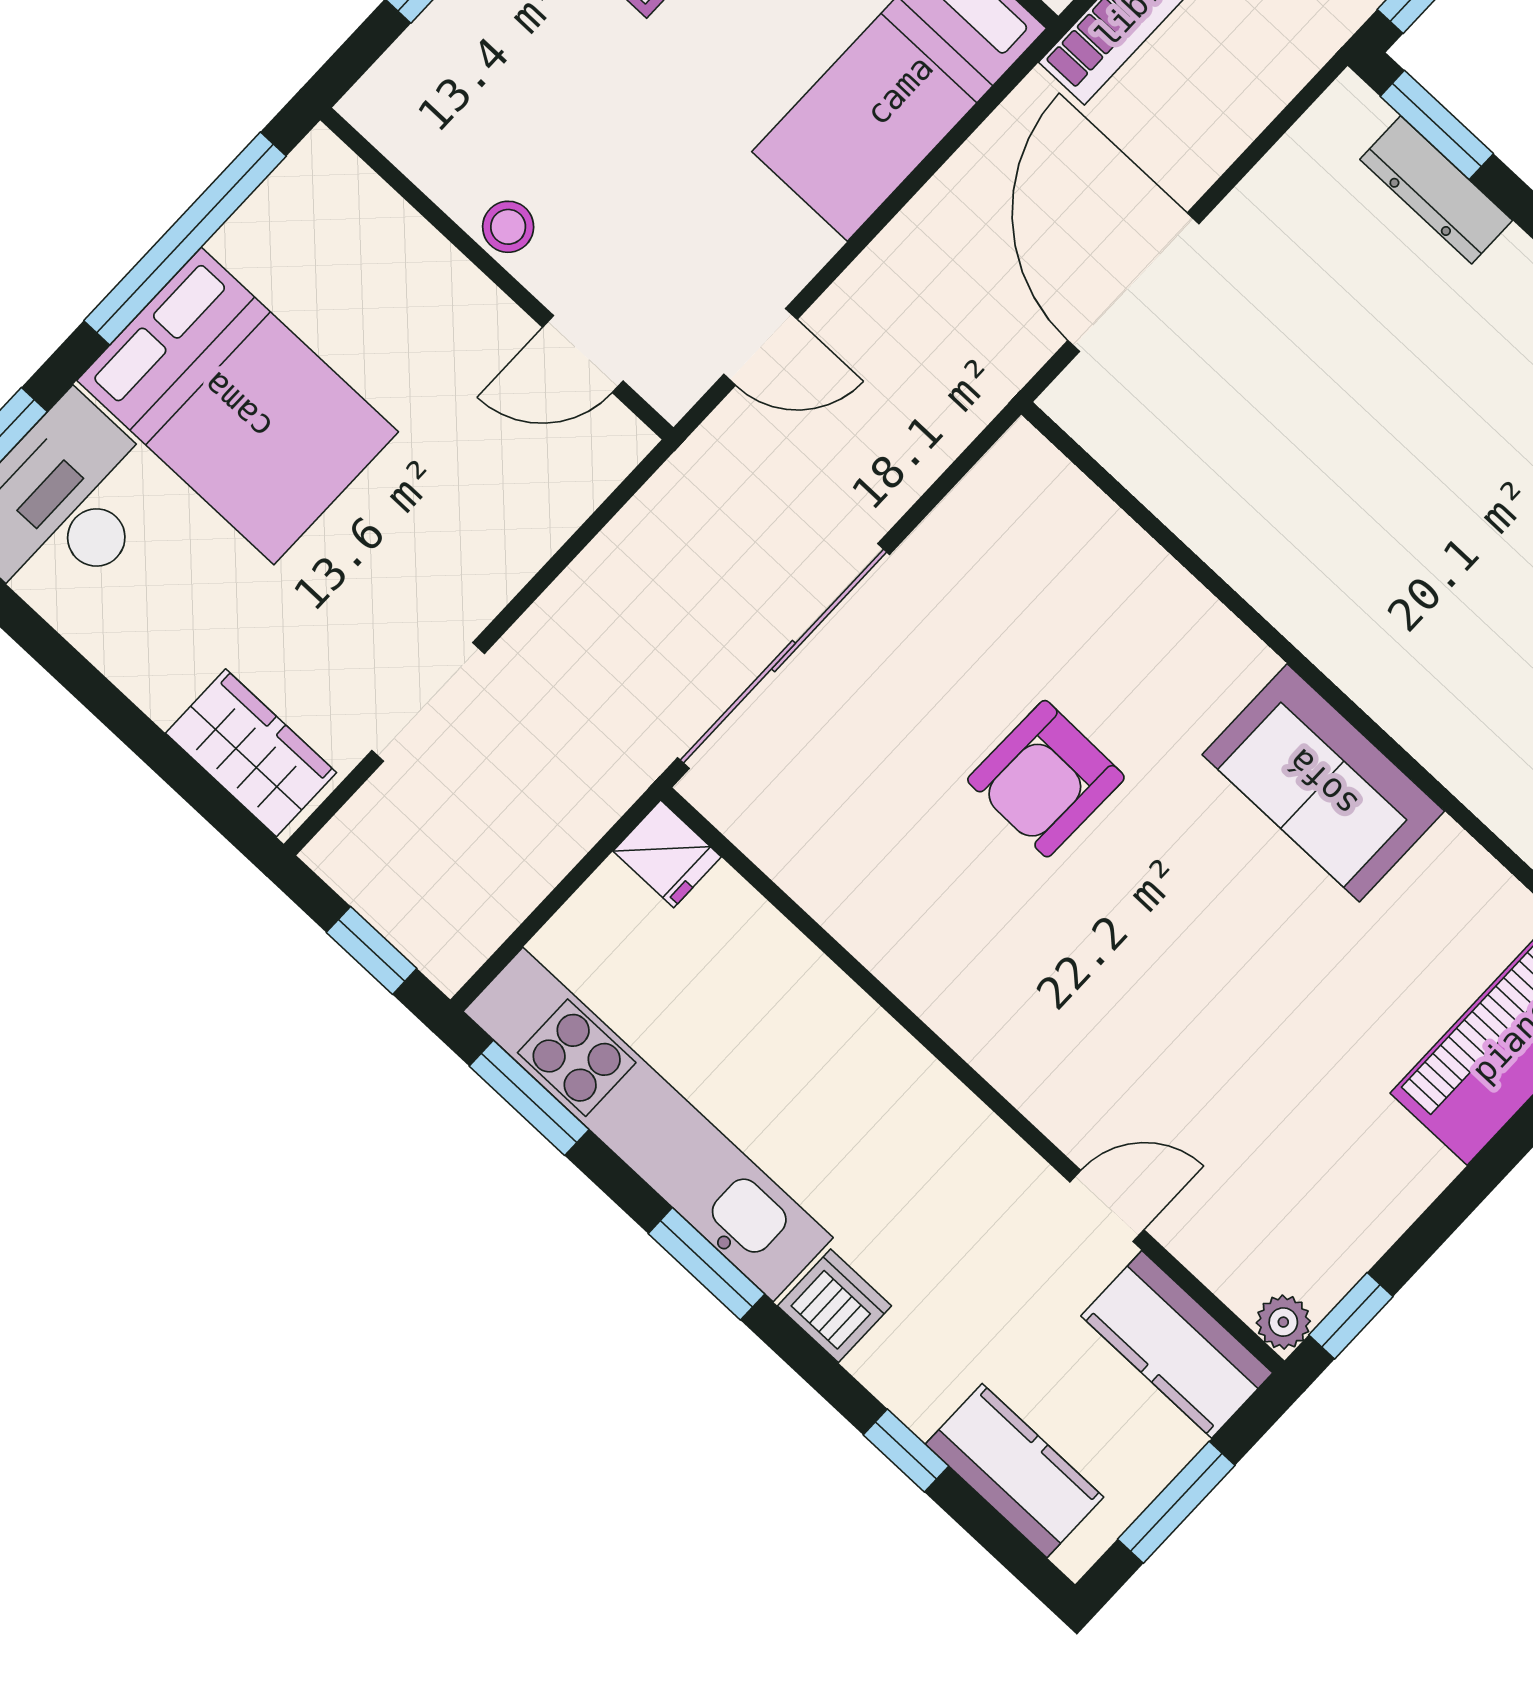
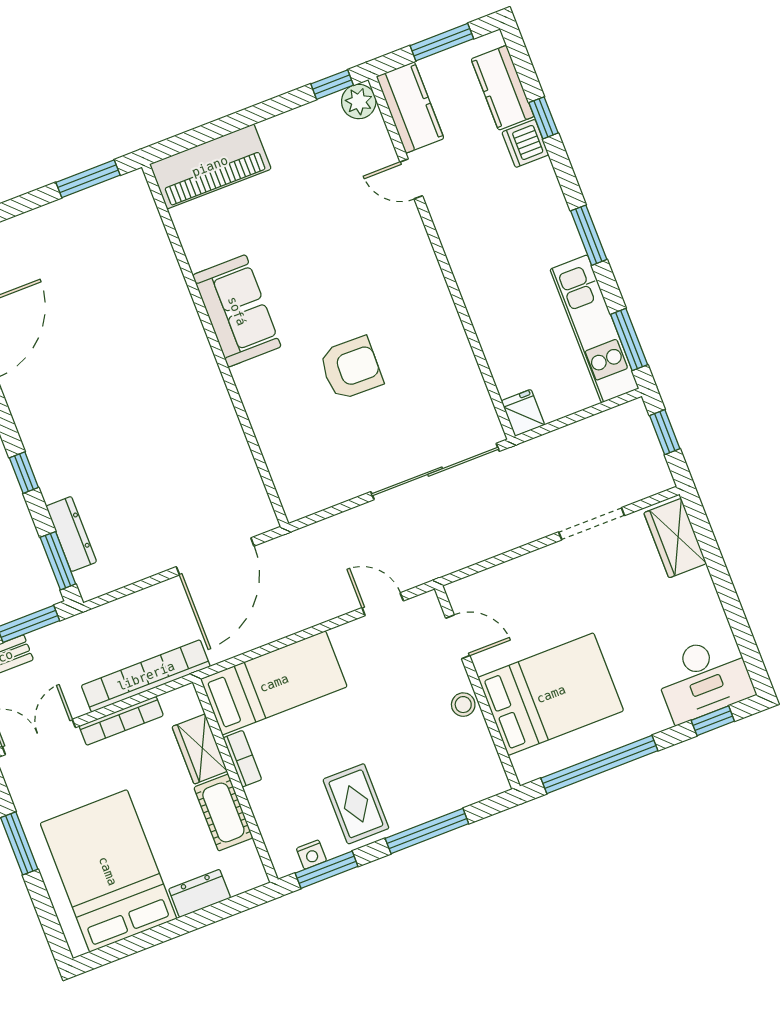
bed: (238, 406) -> (551, 694), moved, turned 90
kitchen unit: (648, 1125) -> (594, 329), width x0.73
dishwasher: (834, 1306) -> (525, 143), moved
plant: (1283, 1322) -> (359, 101), width x1.38, depth x1.38

